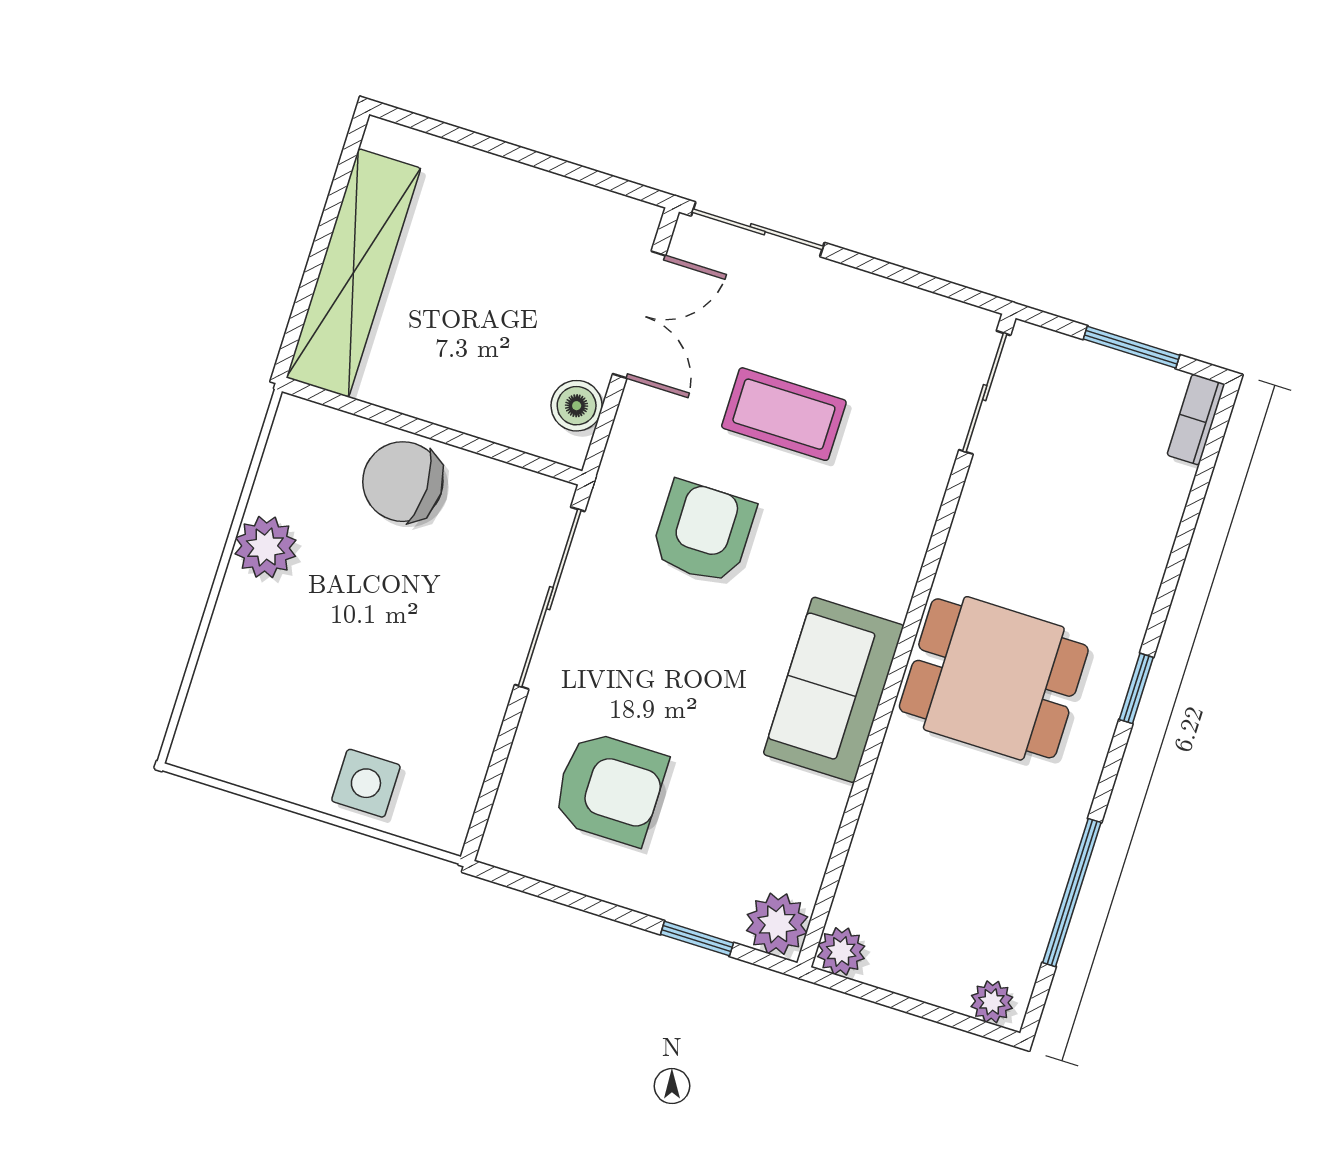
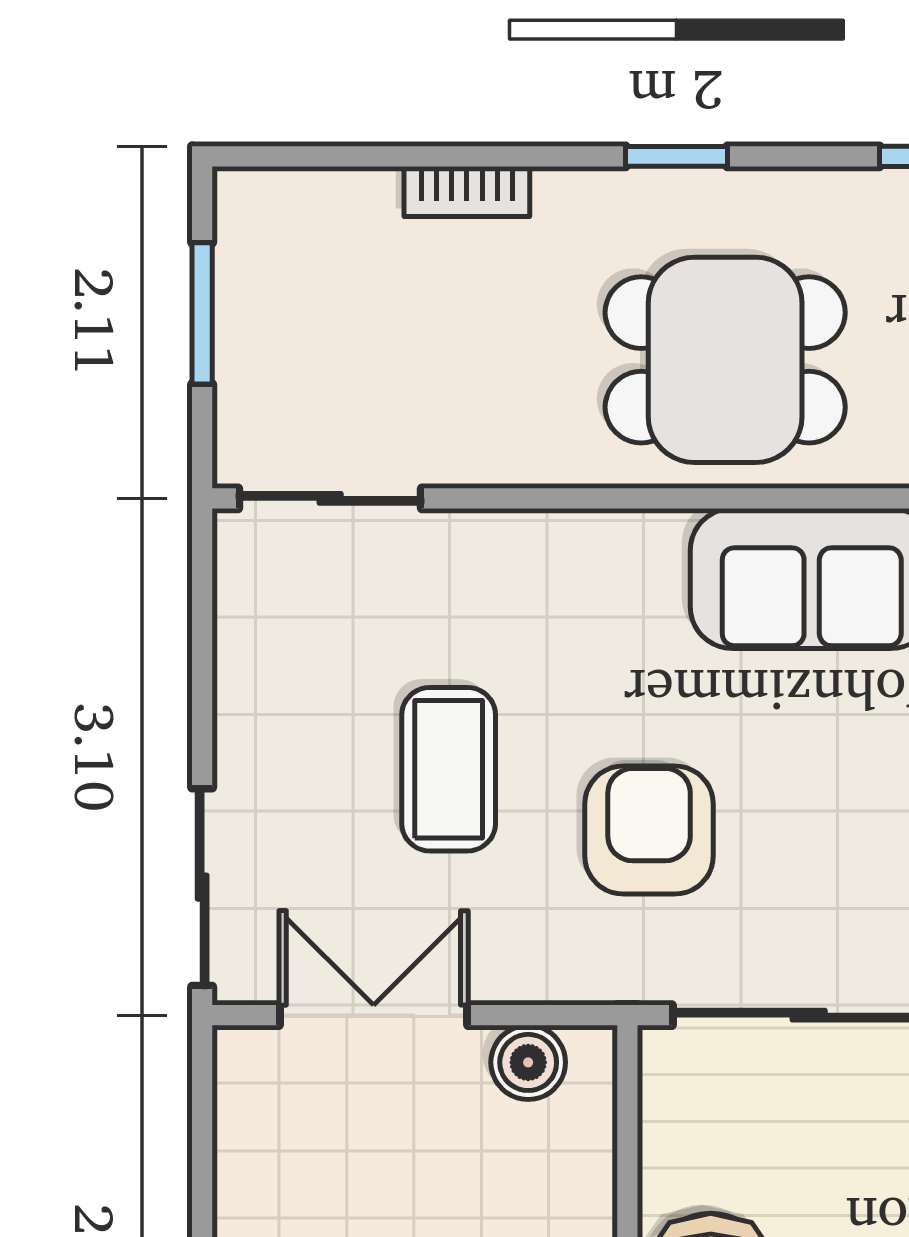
bookcase: (1196, 420) -> (467, 192), moved
armchair: (703, 532) -> (649, 830), turned 90
dining table: (994, 678) -> (725, 360), turned 90

